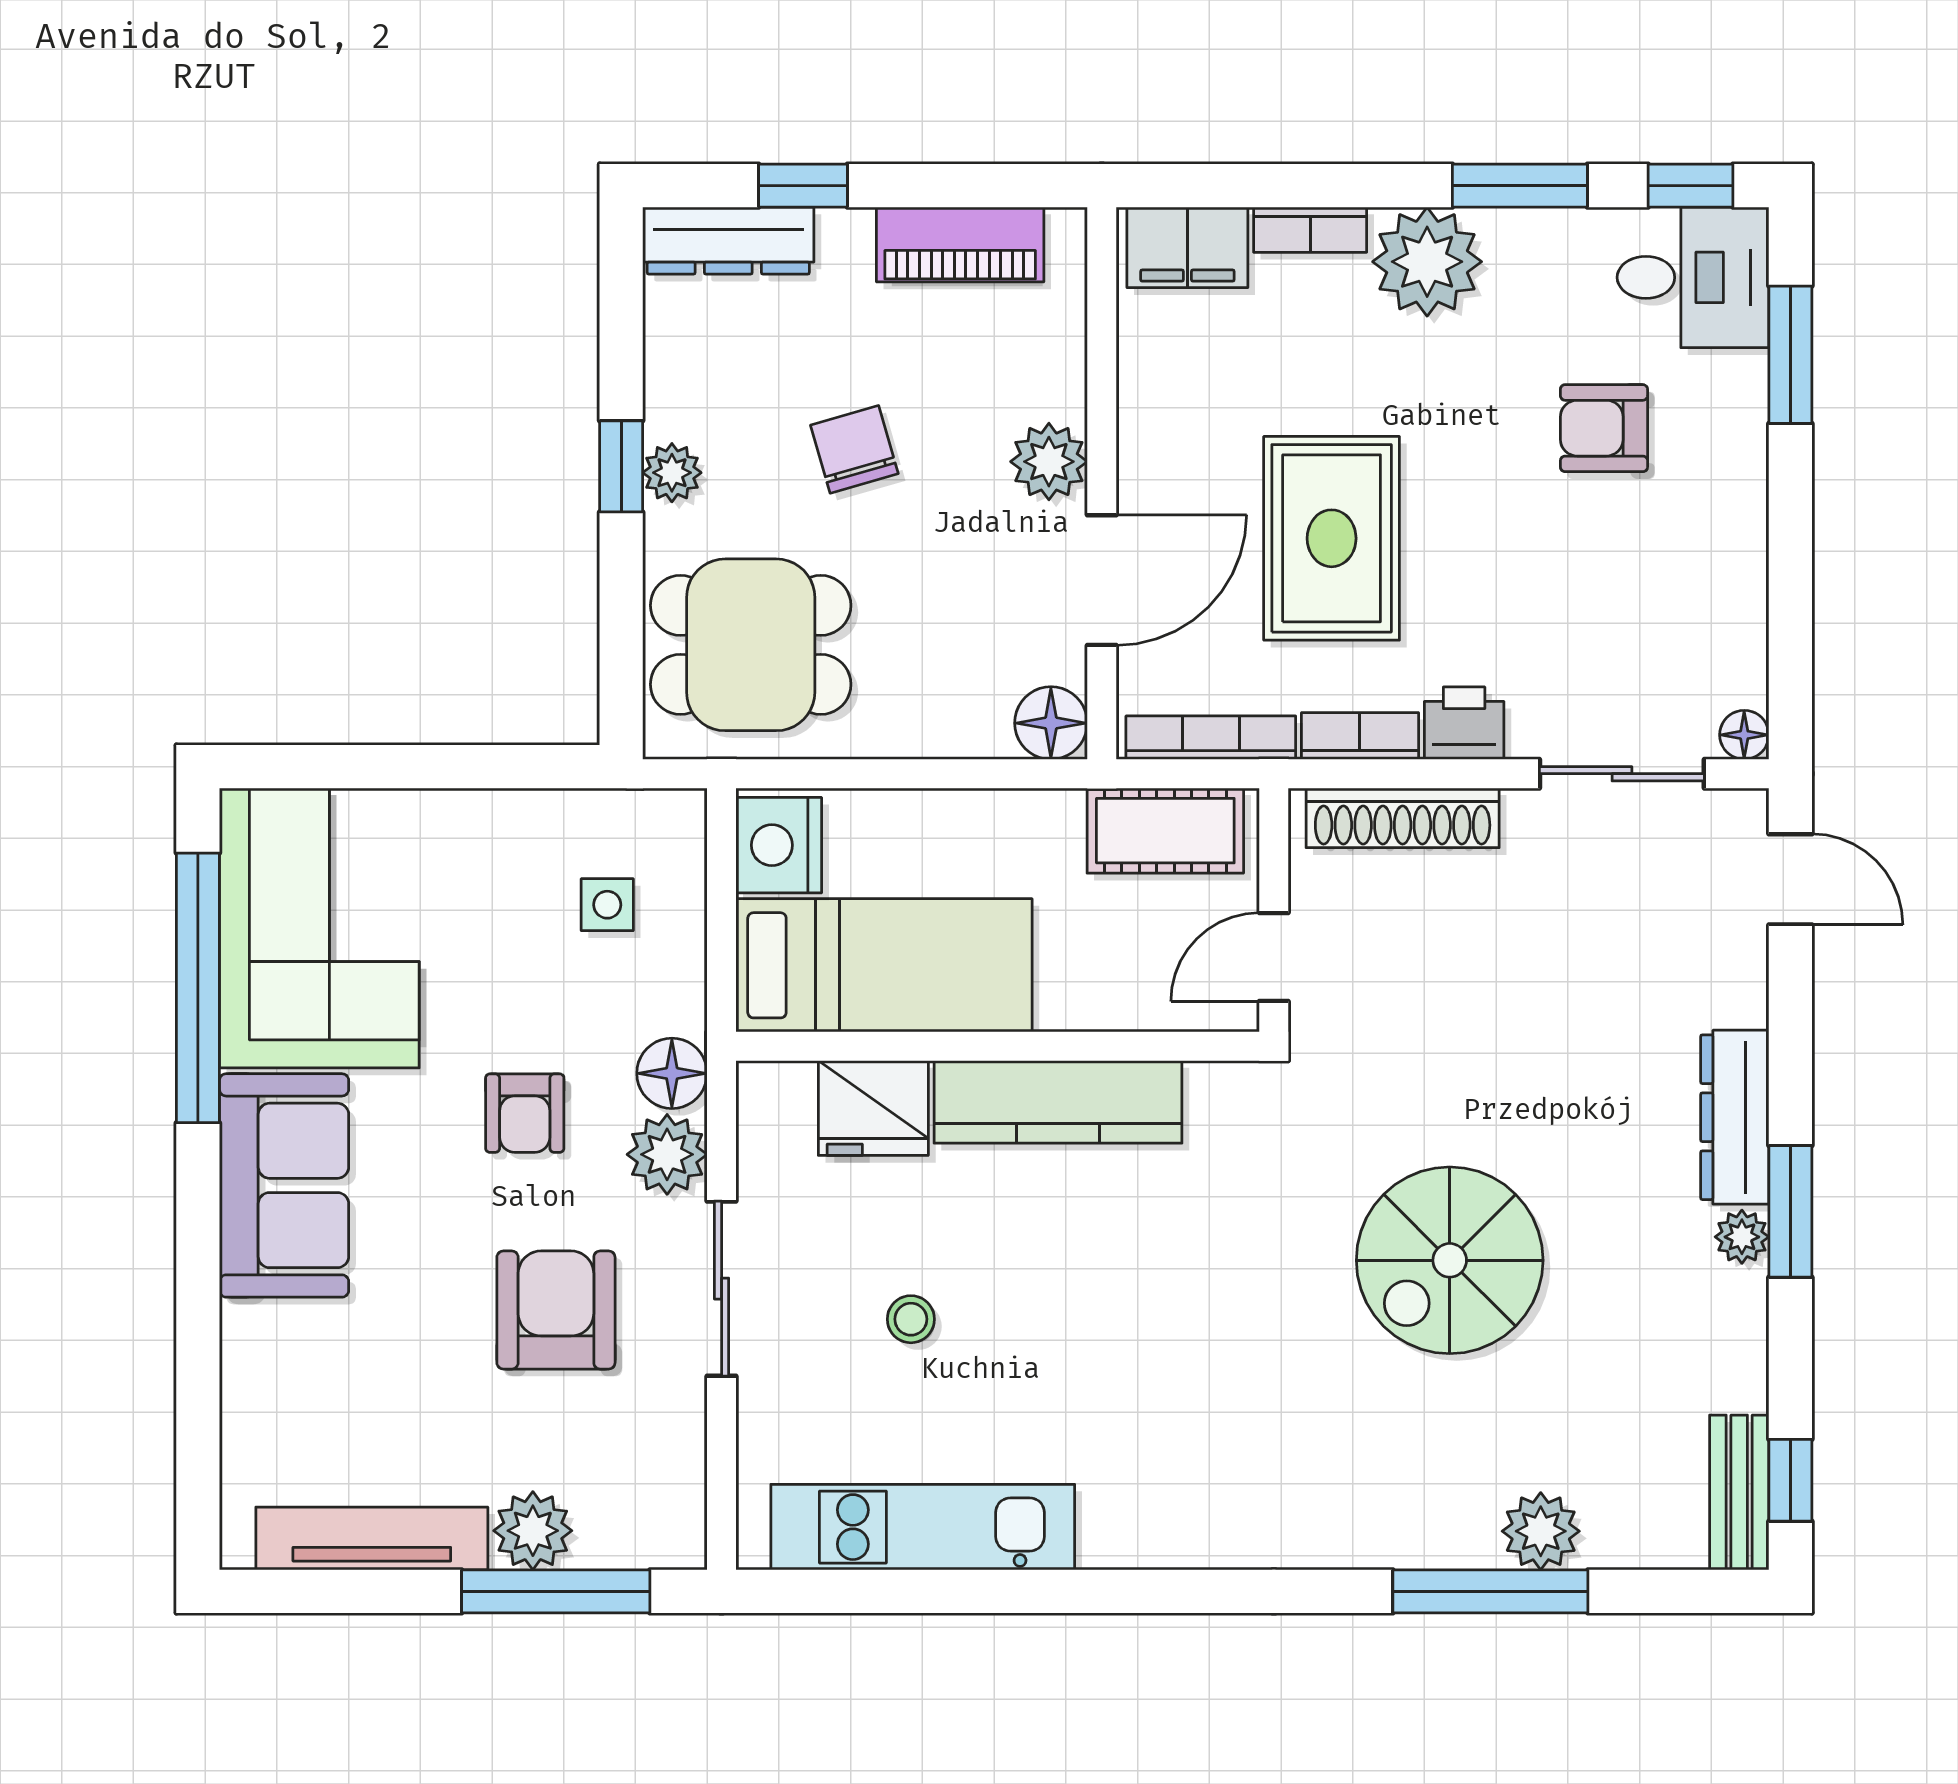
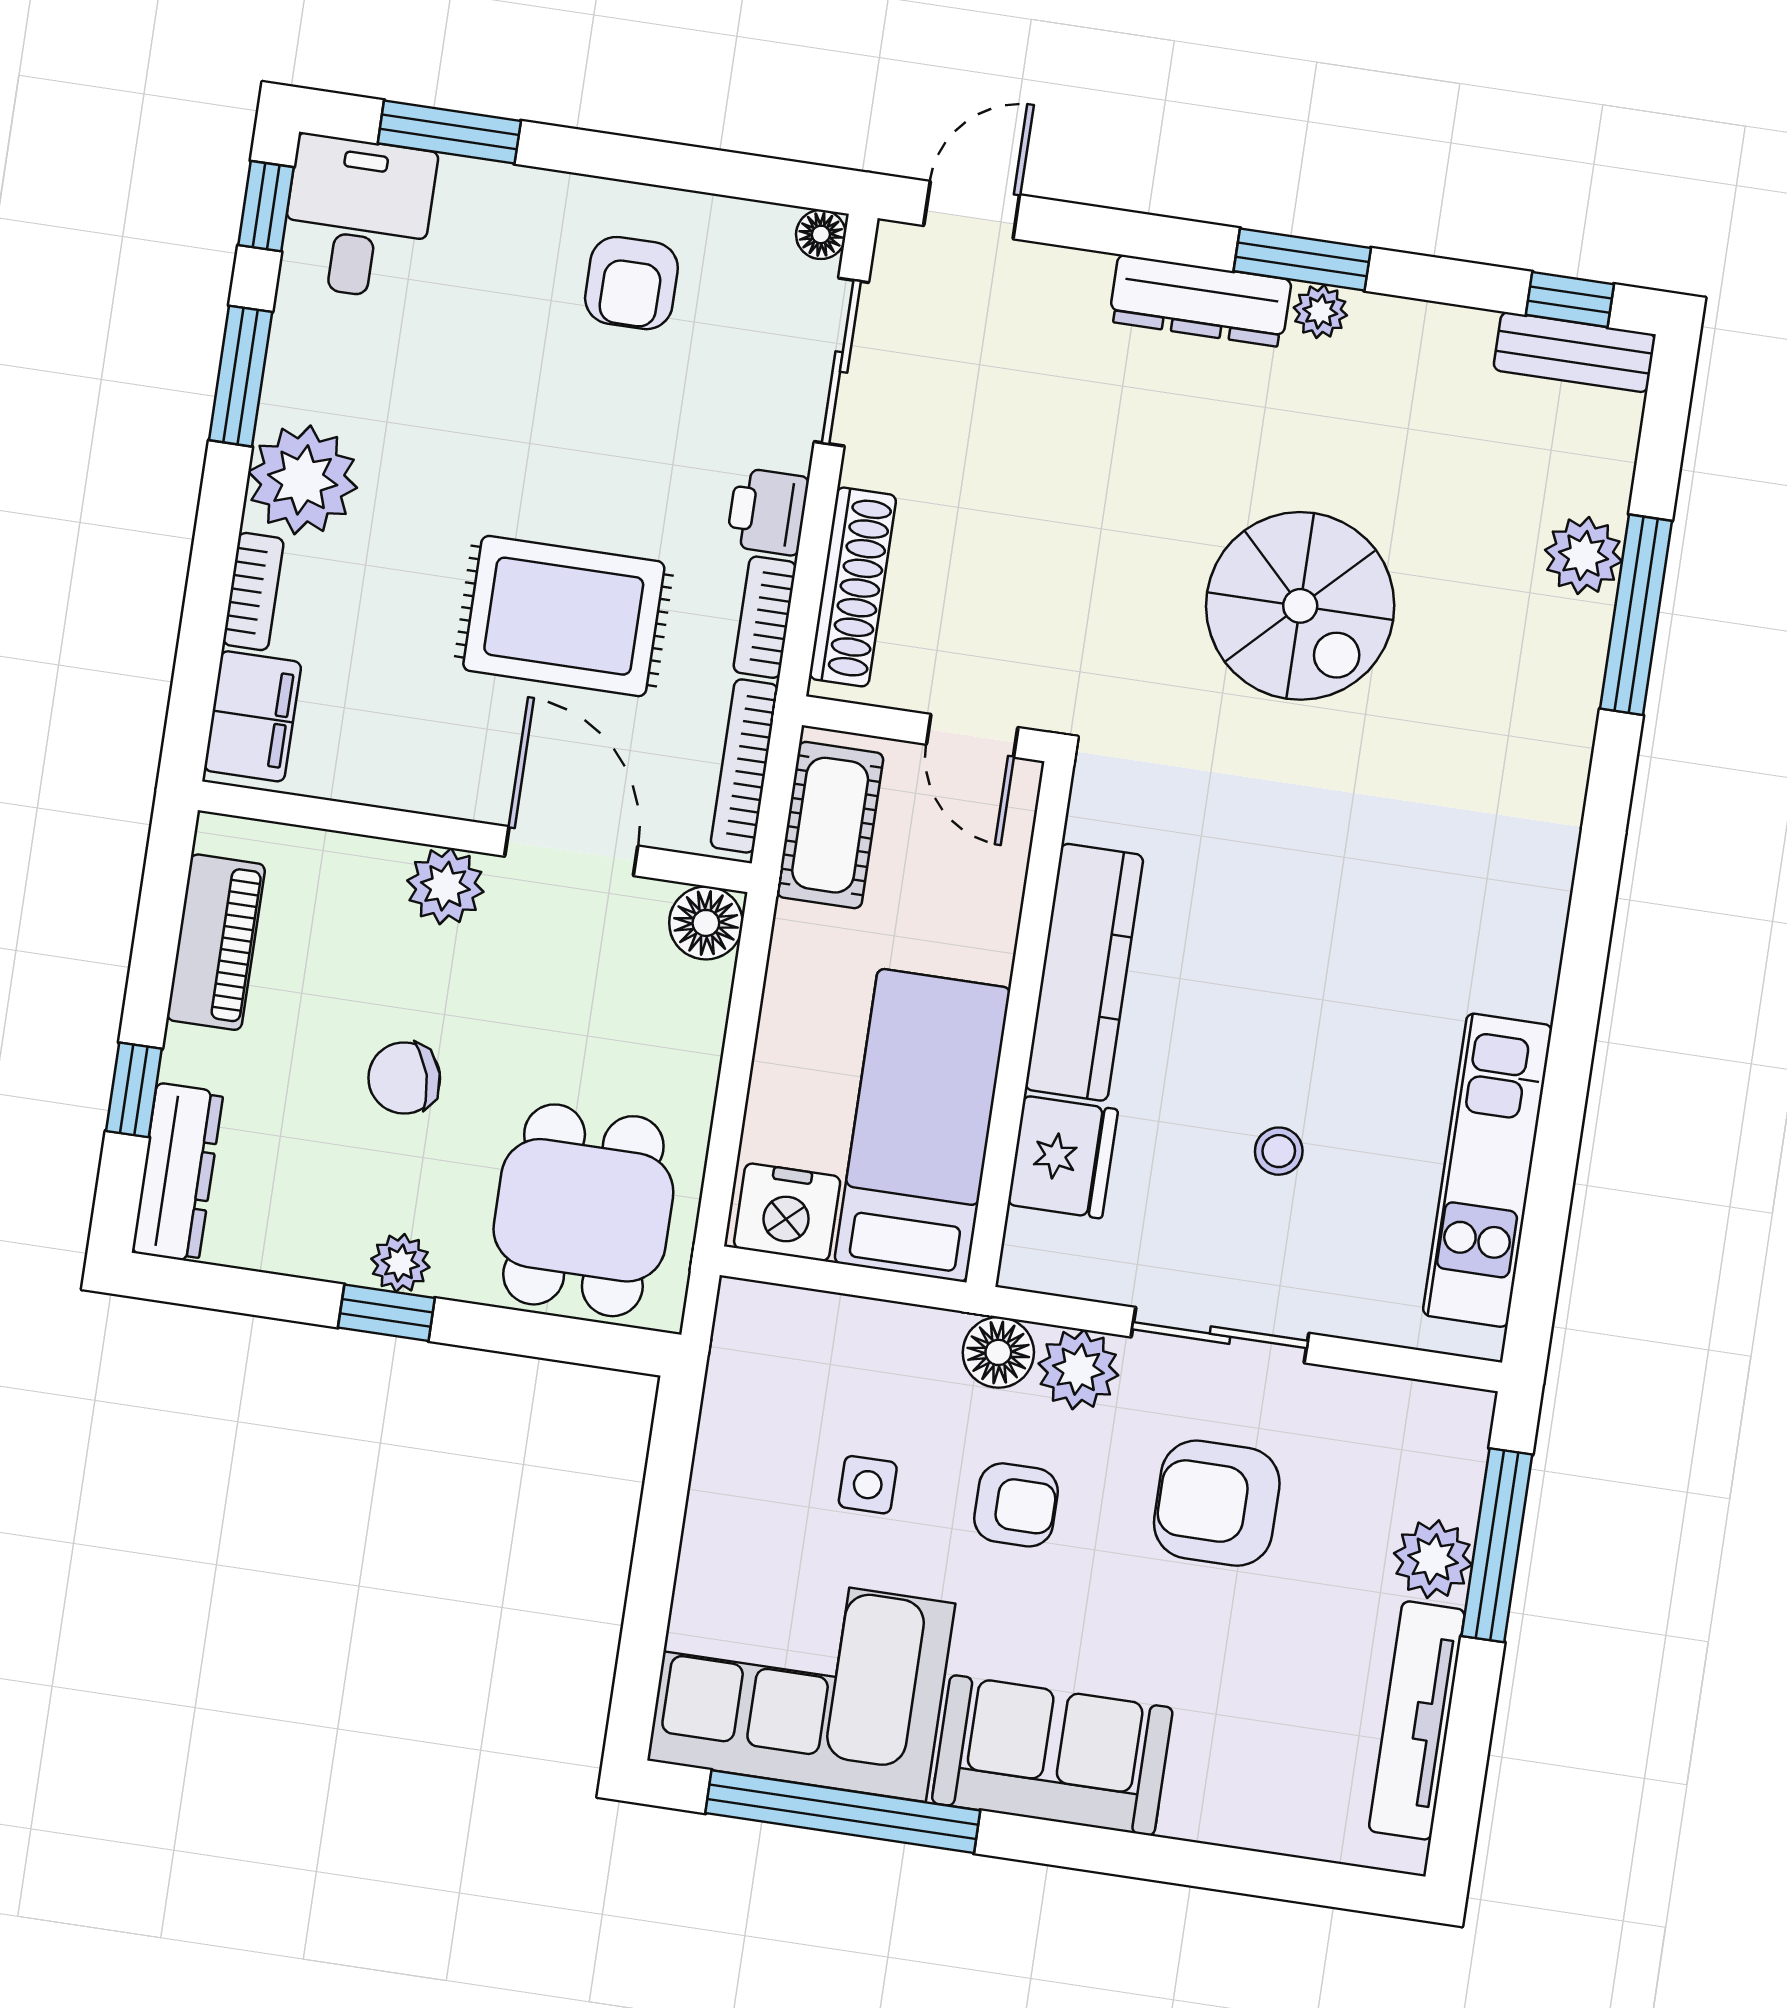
armchair: (1604, 428) -> (631, 283), moved
side table: (607, 905) -> (868, 1485), moved

